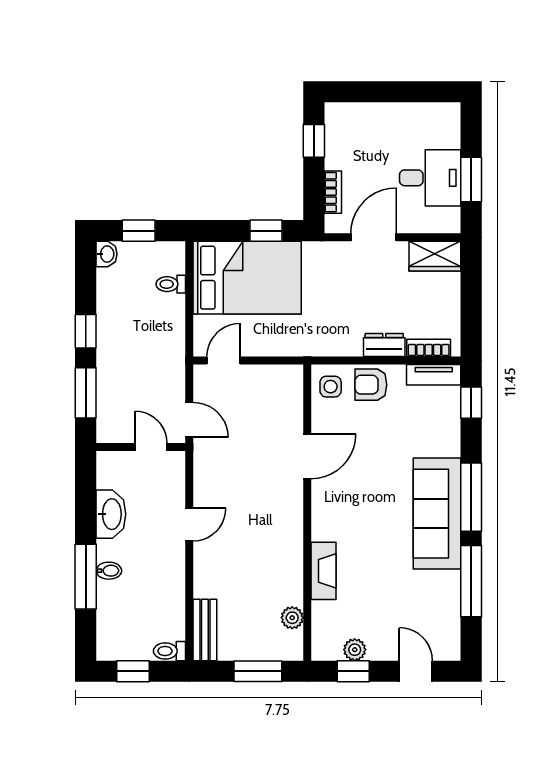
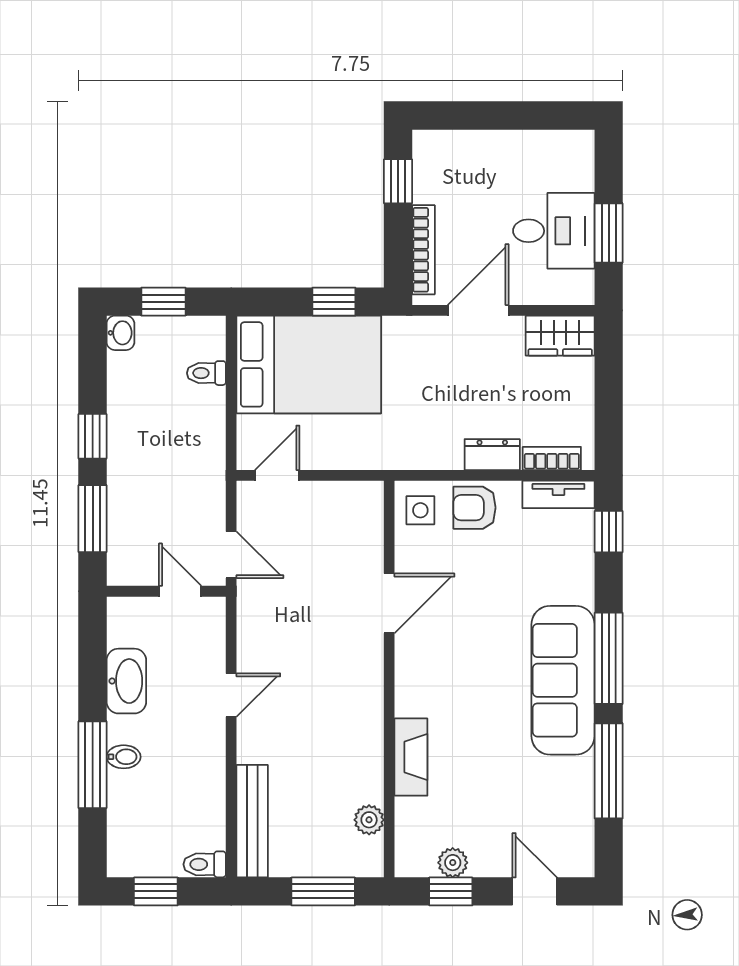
bookcase: (333, 192) -> (423, 250), width x1.56
bench: (205, 630) -> (252, 821), width x1.36

